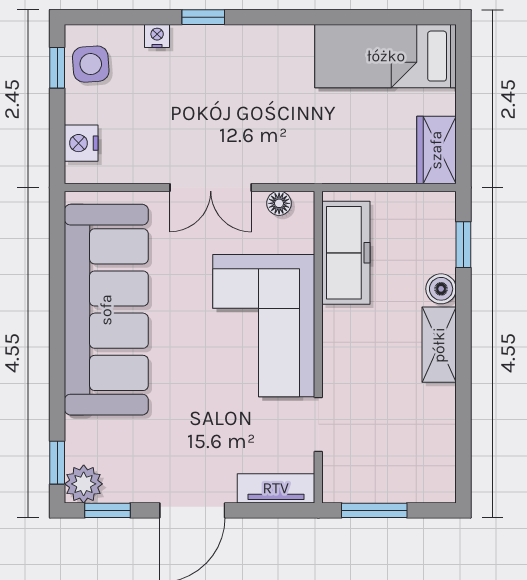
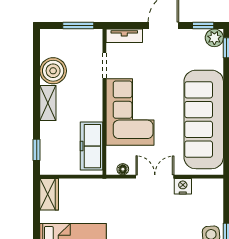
nightstand: (81, 143) -> (183, 186), moved, turned -90
boiler: (441, 289) -> (53, 71), moved, width x1.86, depth x1.86

